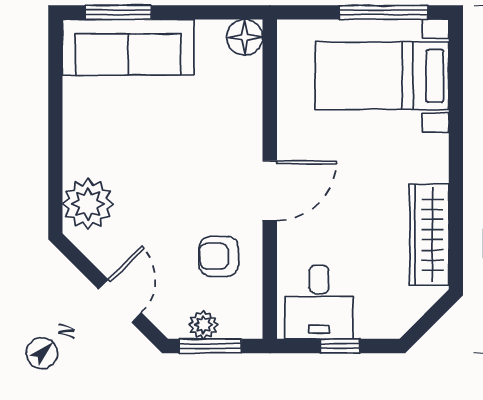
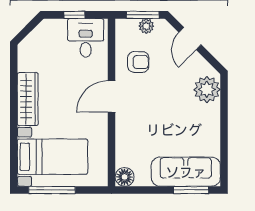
wardrobe: (429, 235) -> (28, 99), moved

